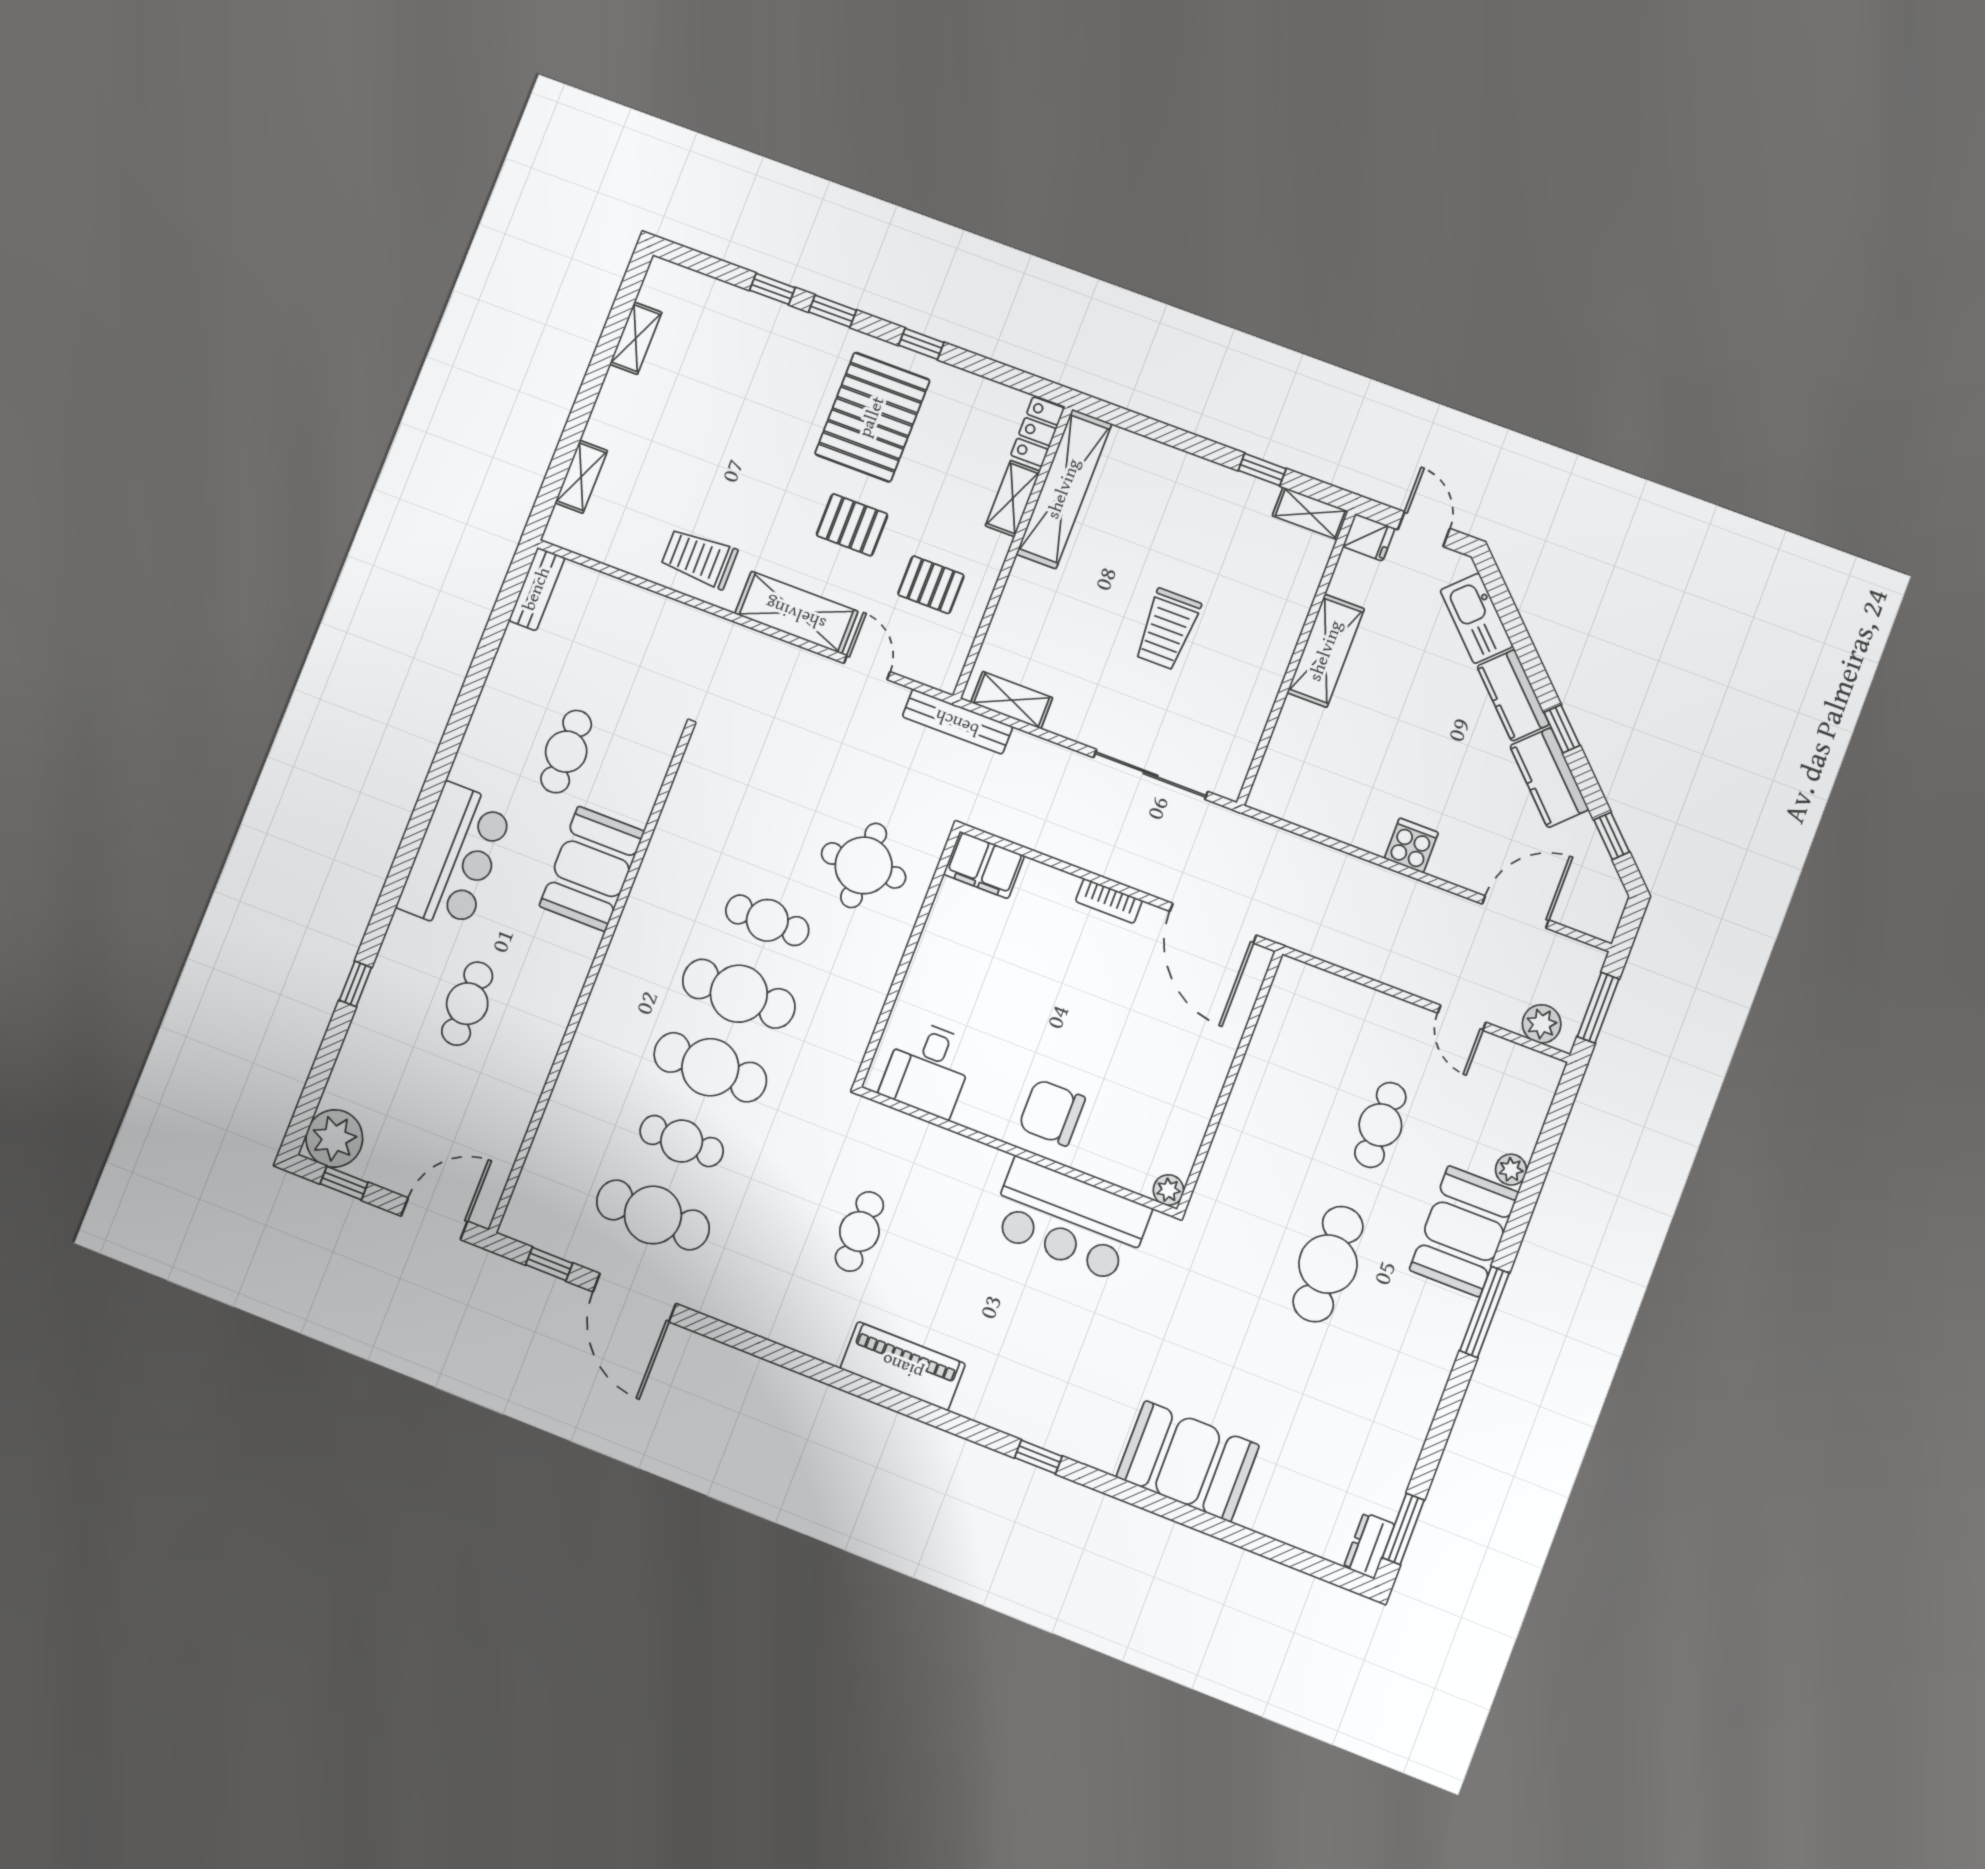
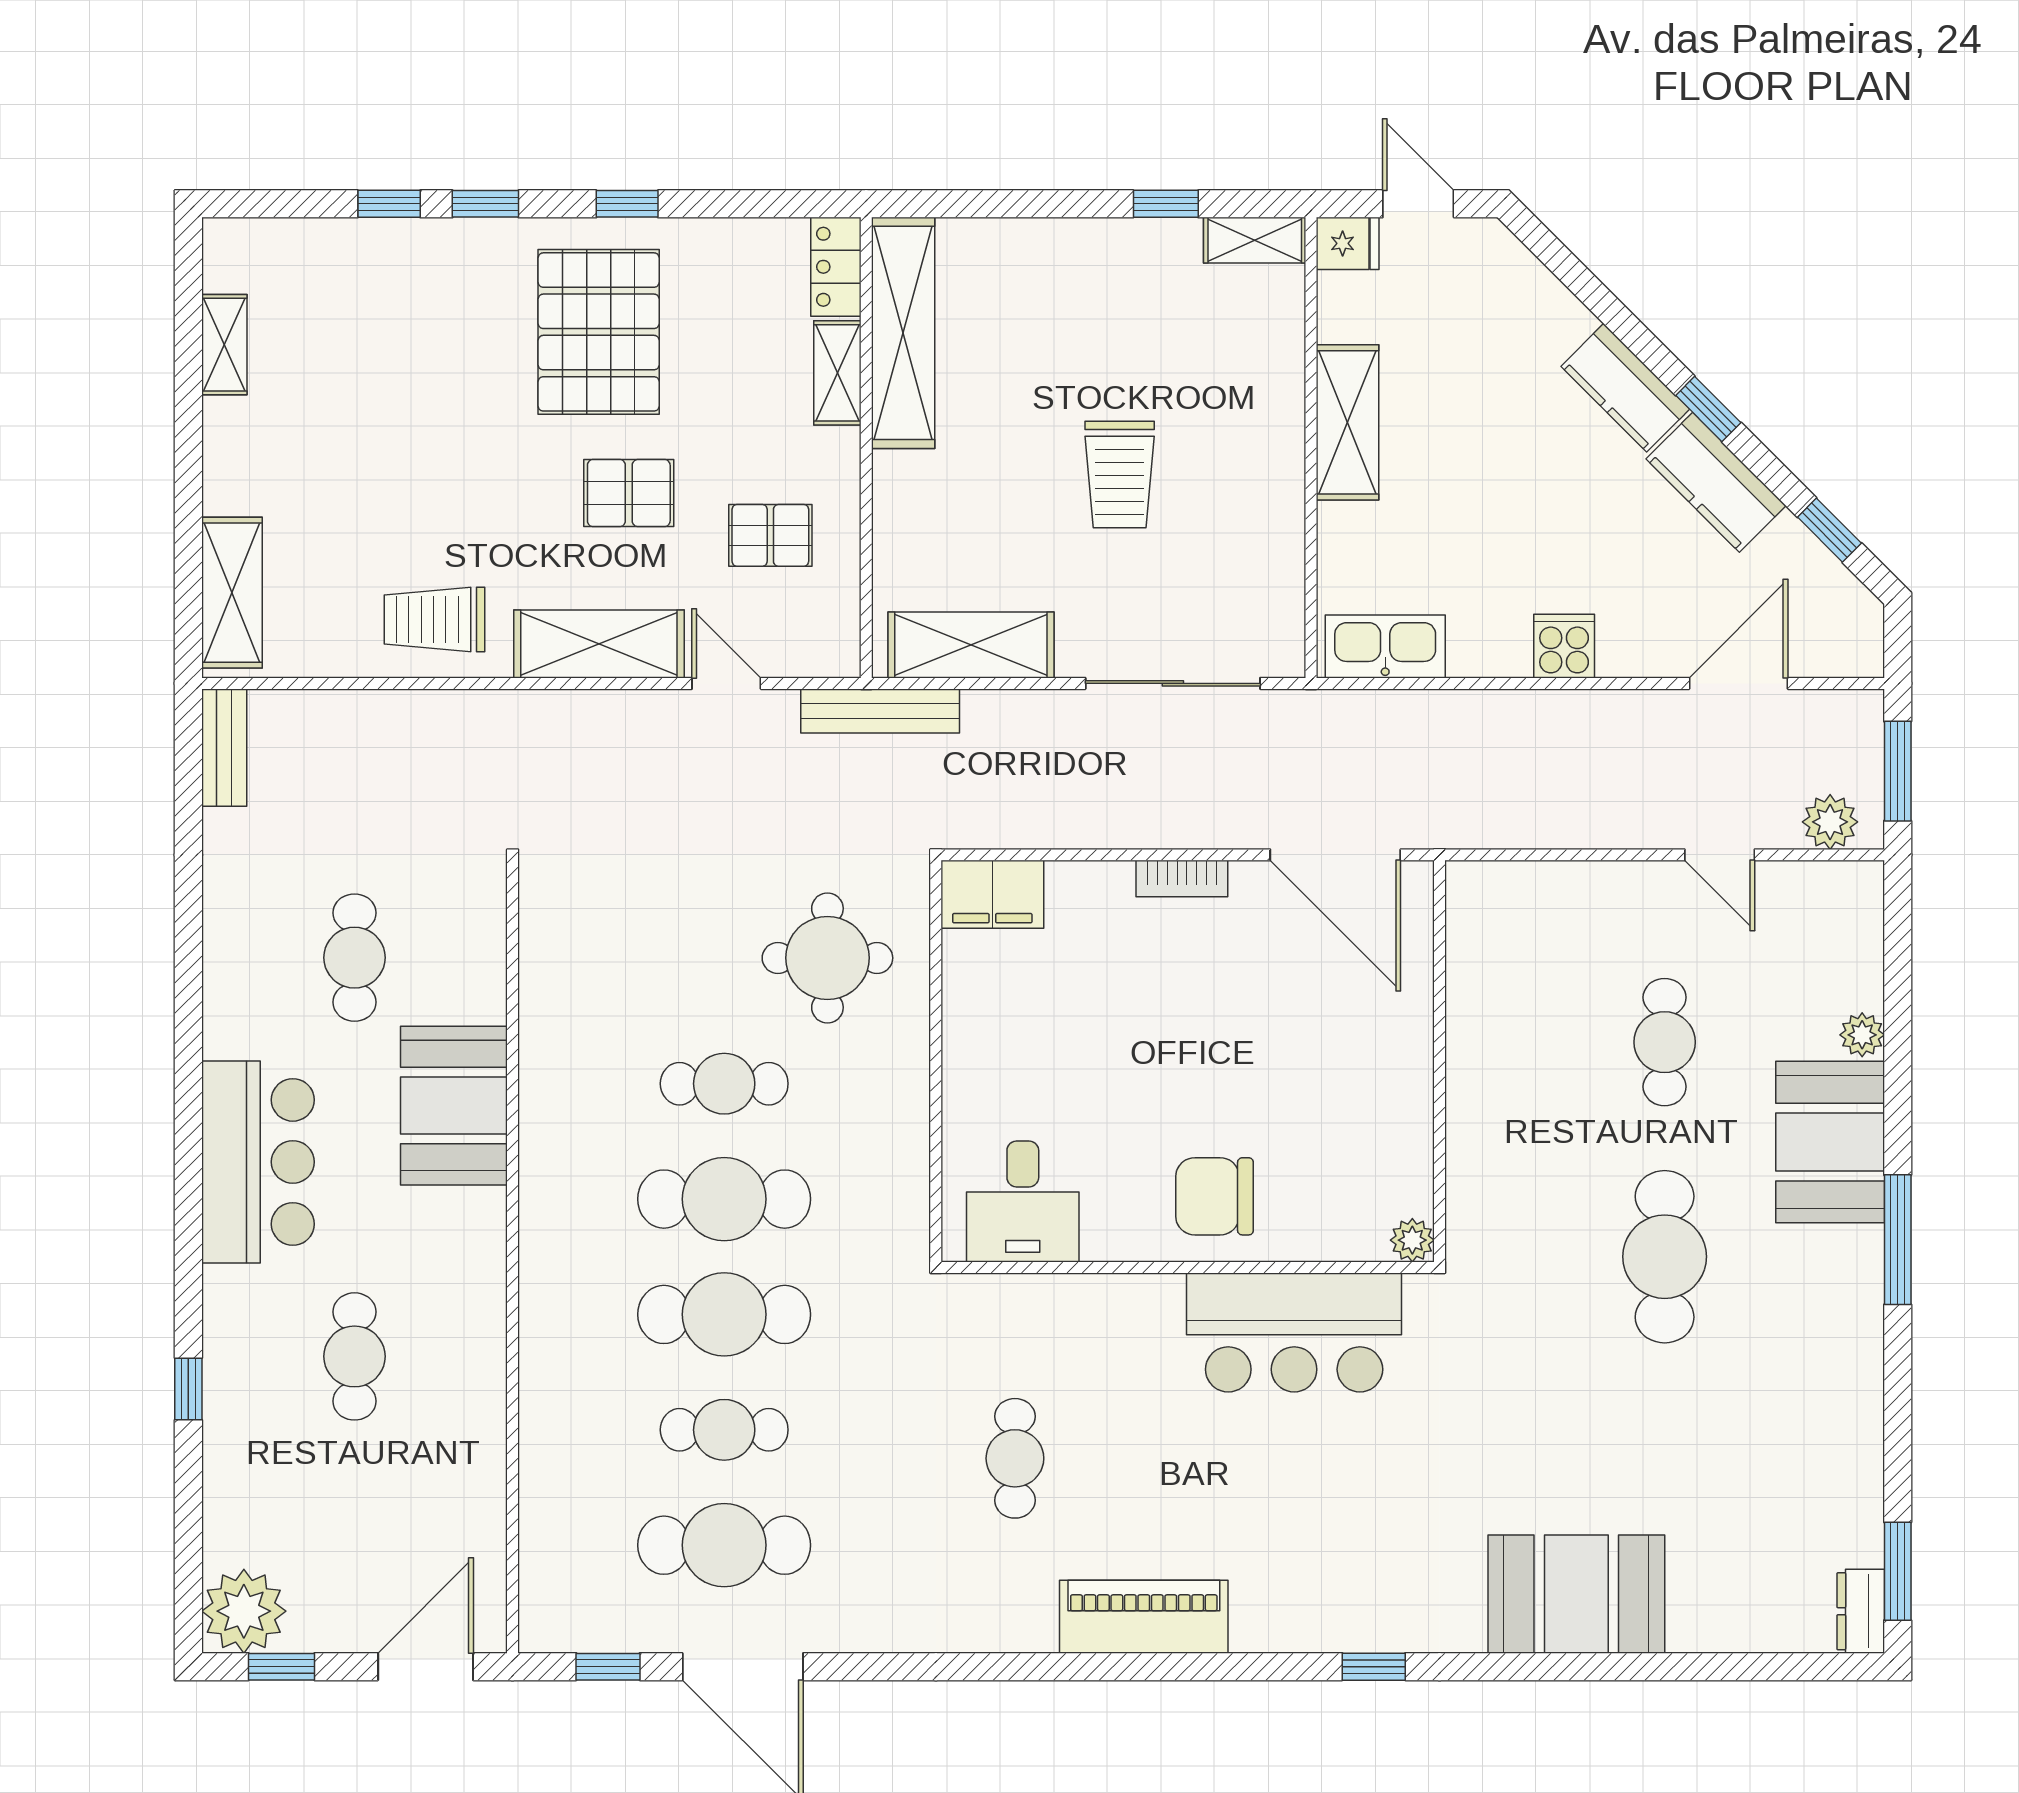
shelving: (581, 477) -> (232, 593), width x1.50, depth x1.33
kitchen sink: (1477, 618) -> (1385, 646), moved, turned 135
shelving: (1012, 700) -> (971, 645), width x1.50, depth x1.33

